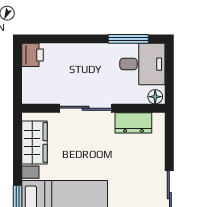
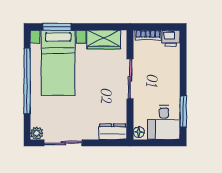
bookcase: (28, 85) -> (148, 35), added
dresser: (133, 123) -> (113, 132), moved, turned 90

